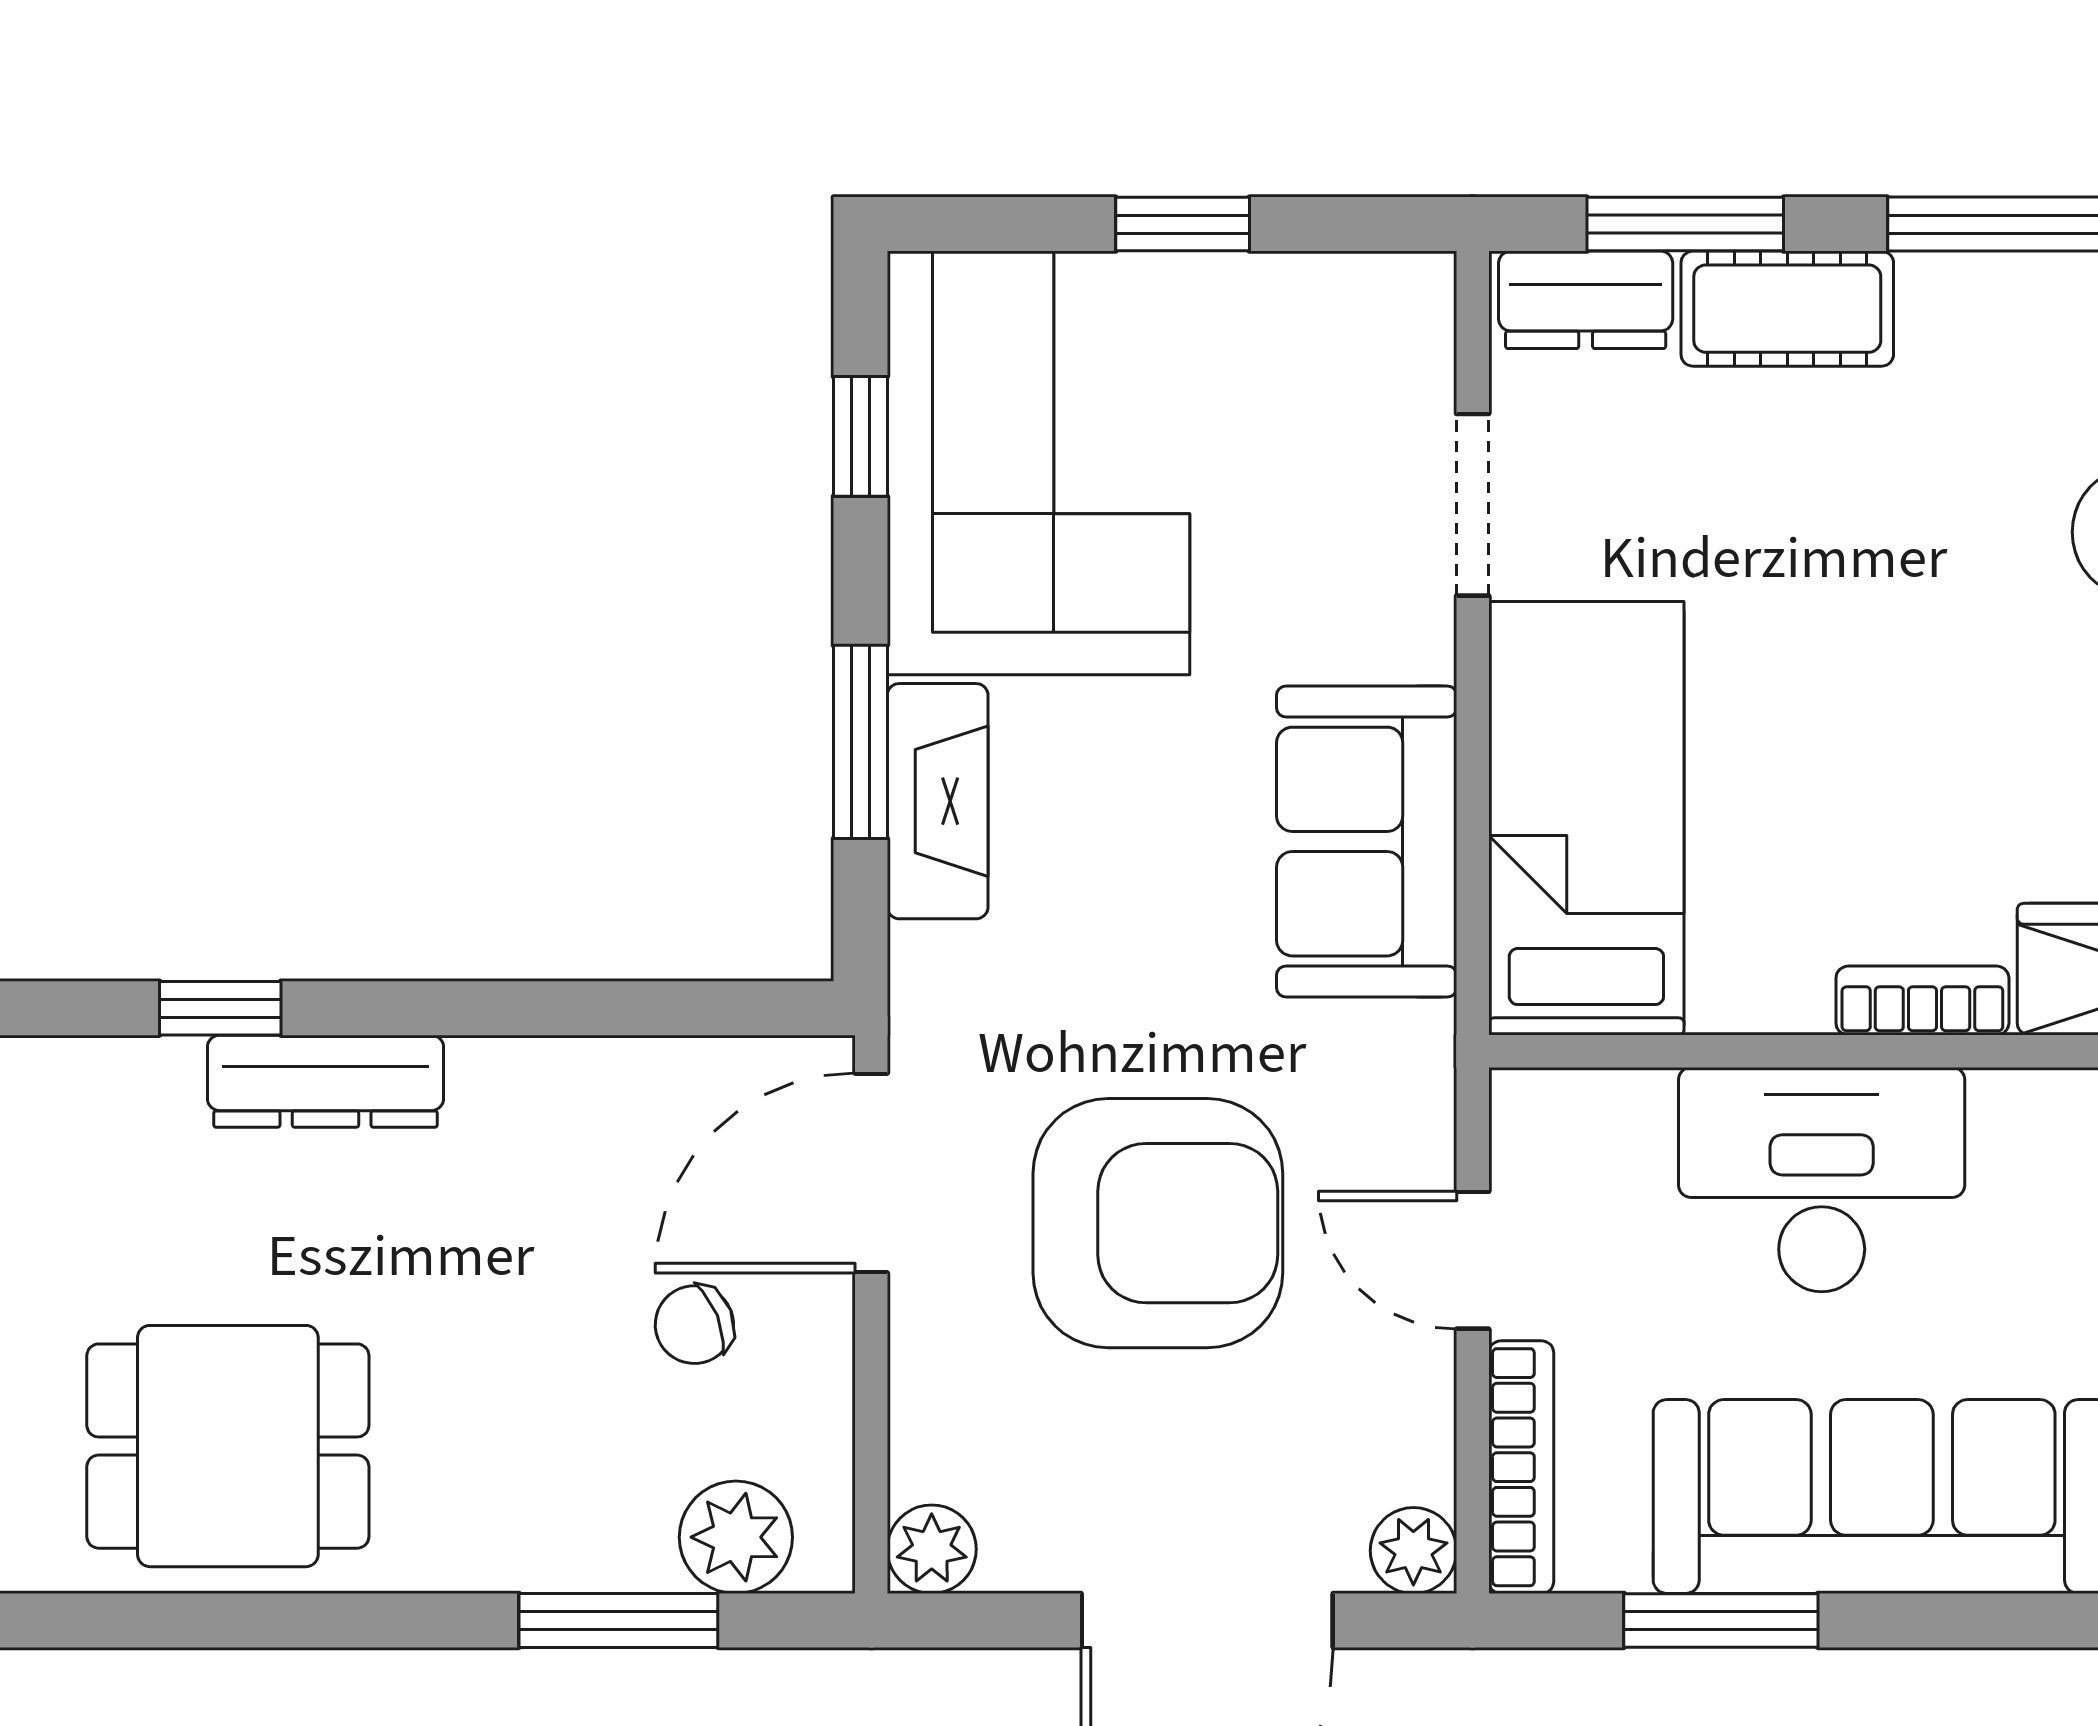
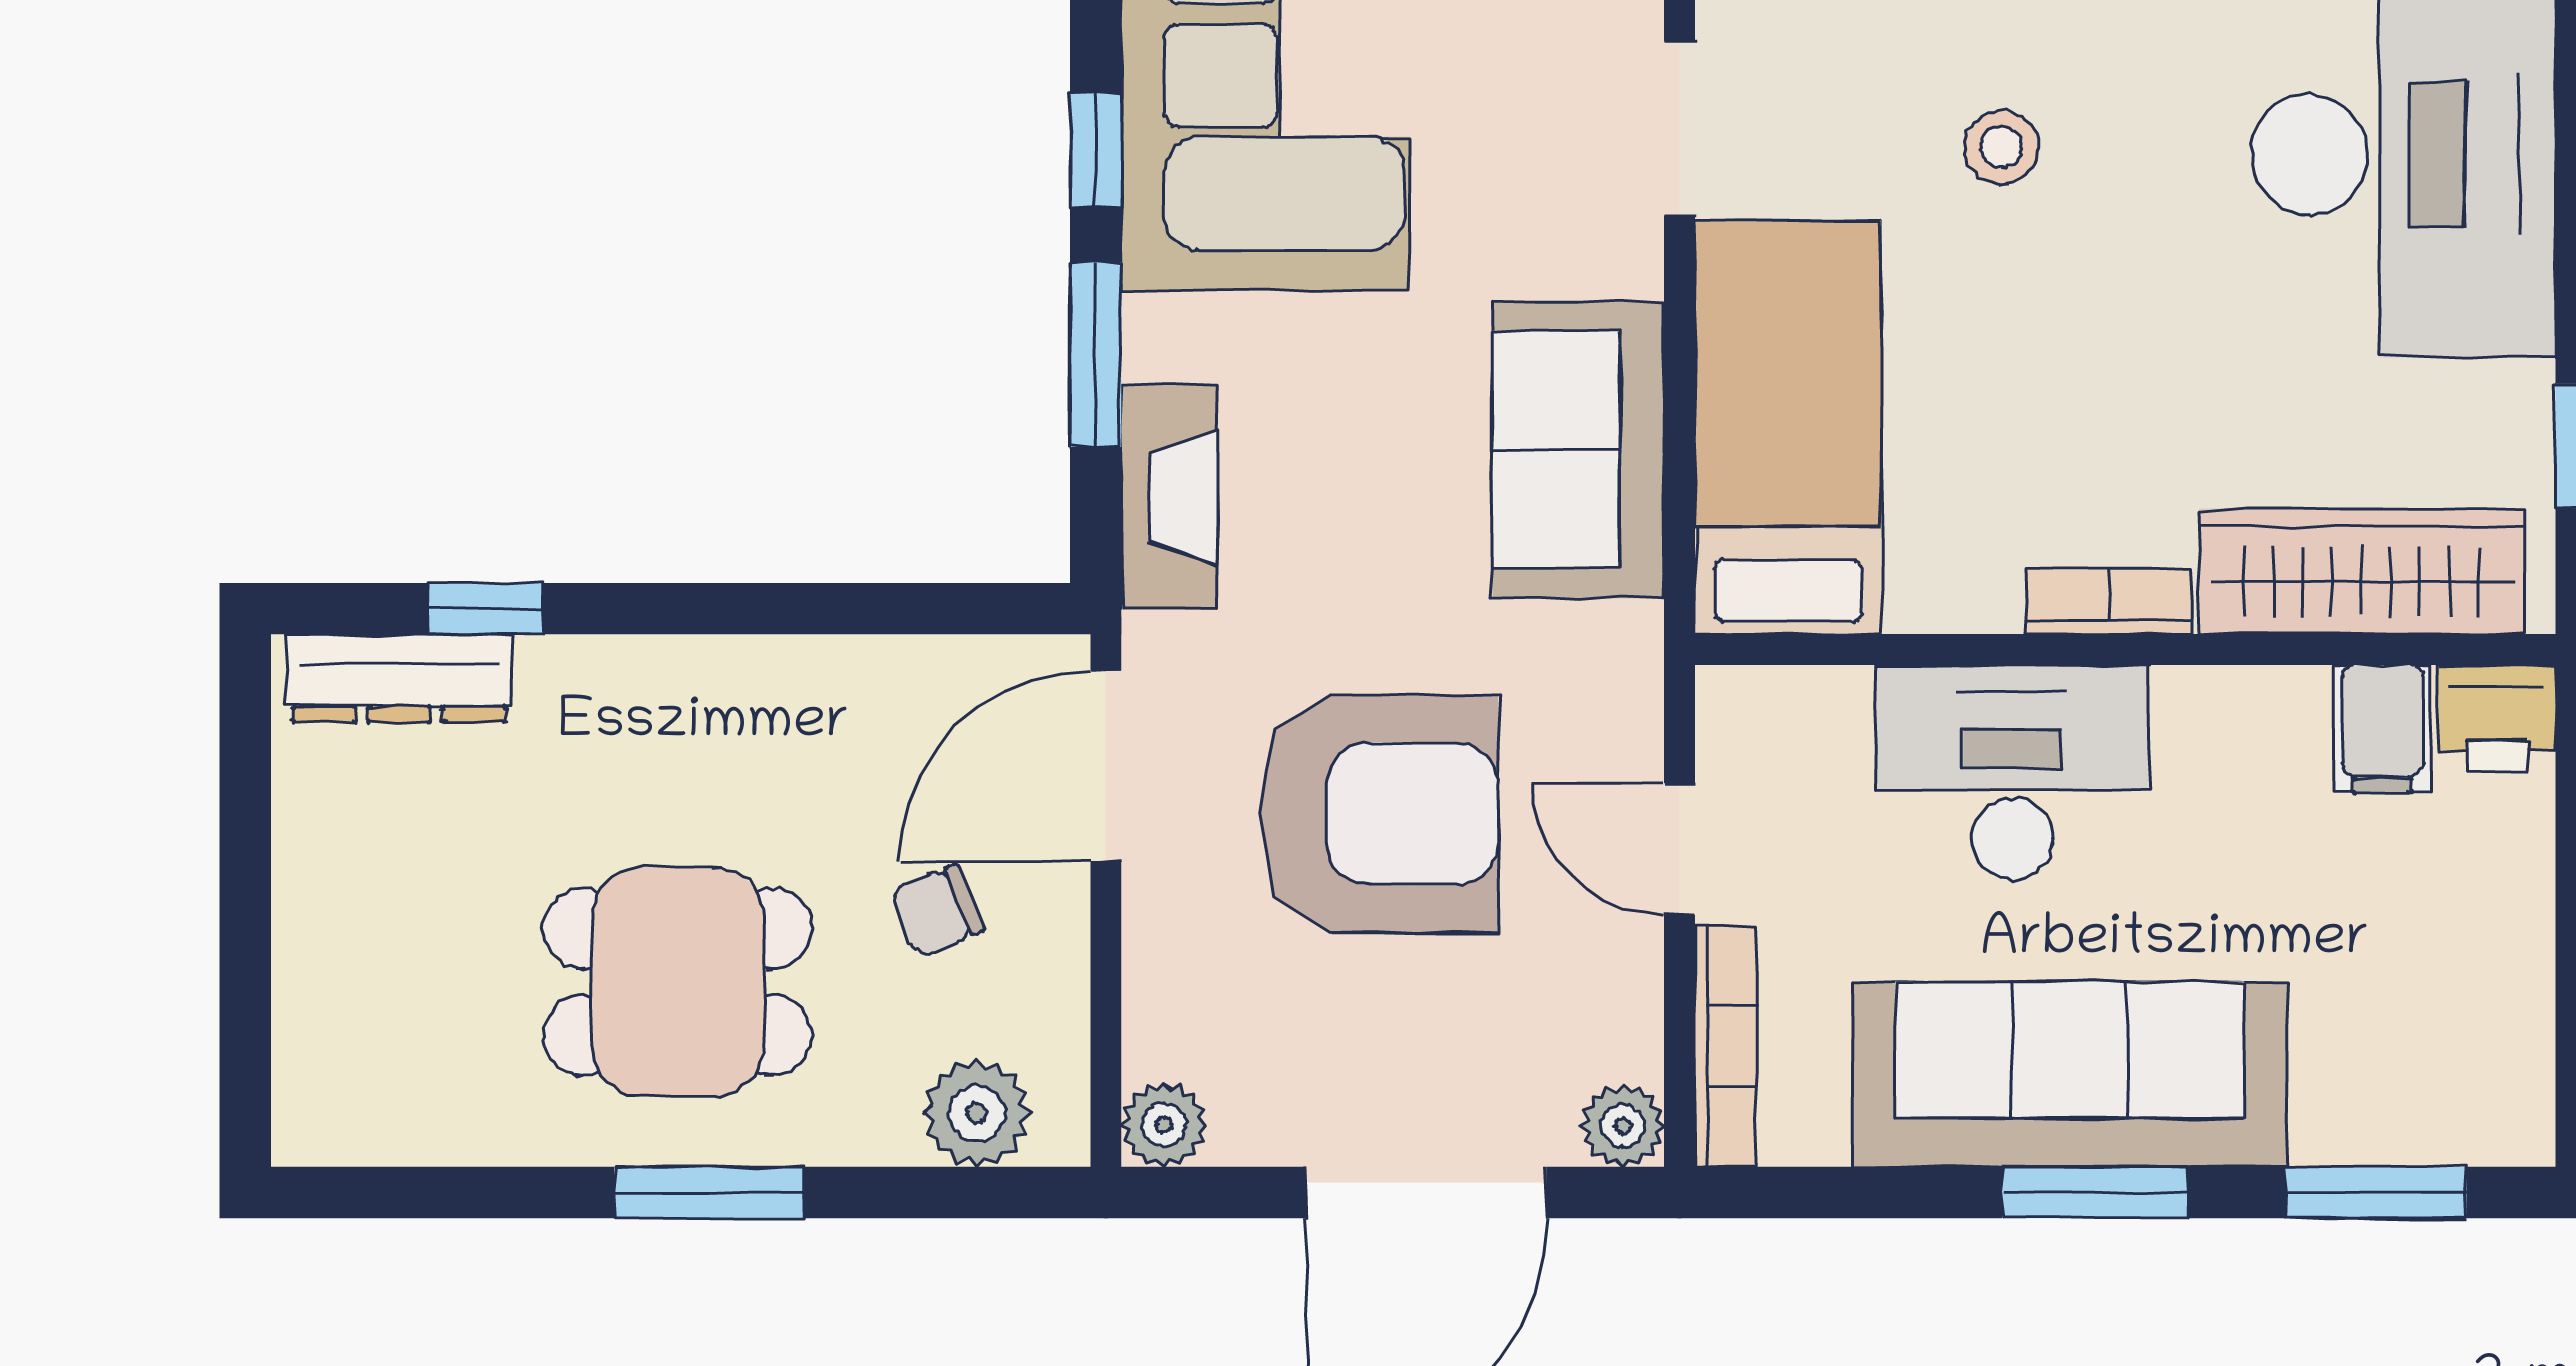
window: (860, 436) -> (1096, 151), moved
stool: (1810, 524) -> (2001, 147), added
fireplace: (938, 801) -> (1169, 497), moved
dresser: (326, 1081) -> (399, 678), moved
dining table: (228, 1446) -> (678, 982), moved
window: (618, 1620) -> (709, 1193), moved
window: (1721, 1620) -> (2095, 1193), moved

